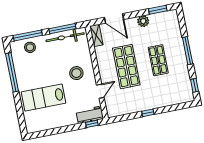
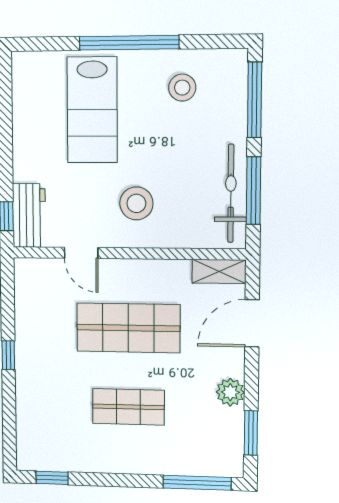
stool: (30, 47) -> (182, 88), moved
window: (188, 51) -> (197, 483), moved
window: (12, 72) -> (129, 43), moved
lab bench: (44, 98) -> (92, 110), turned 180

